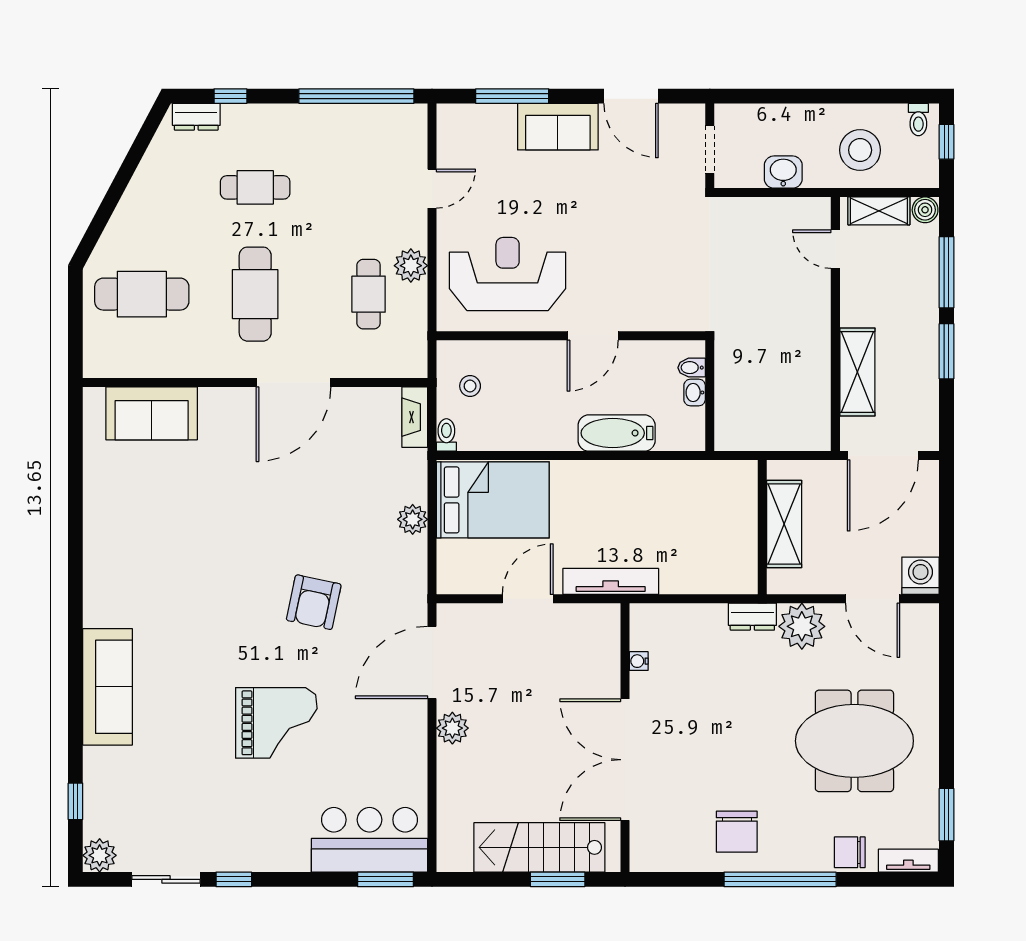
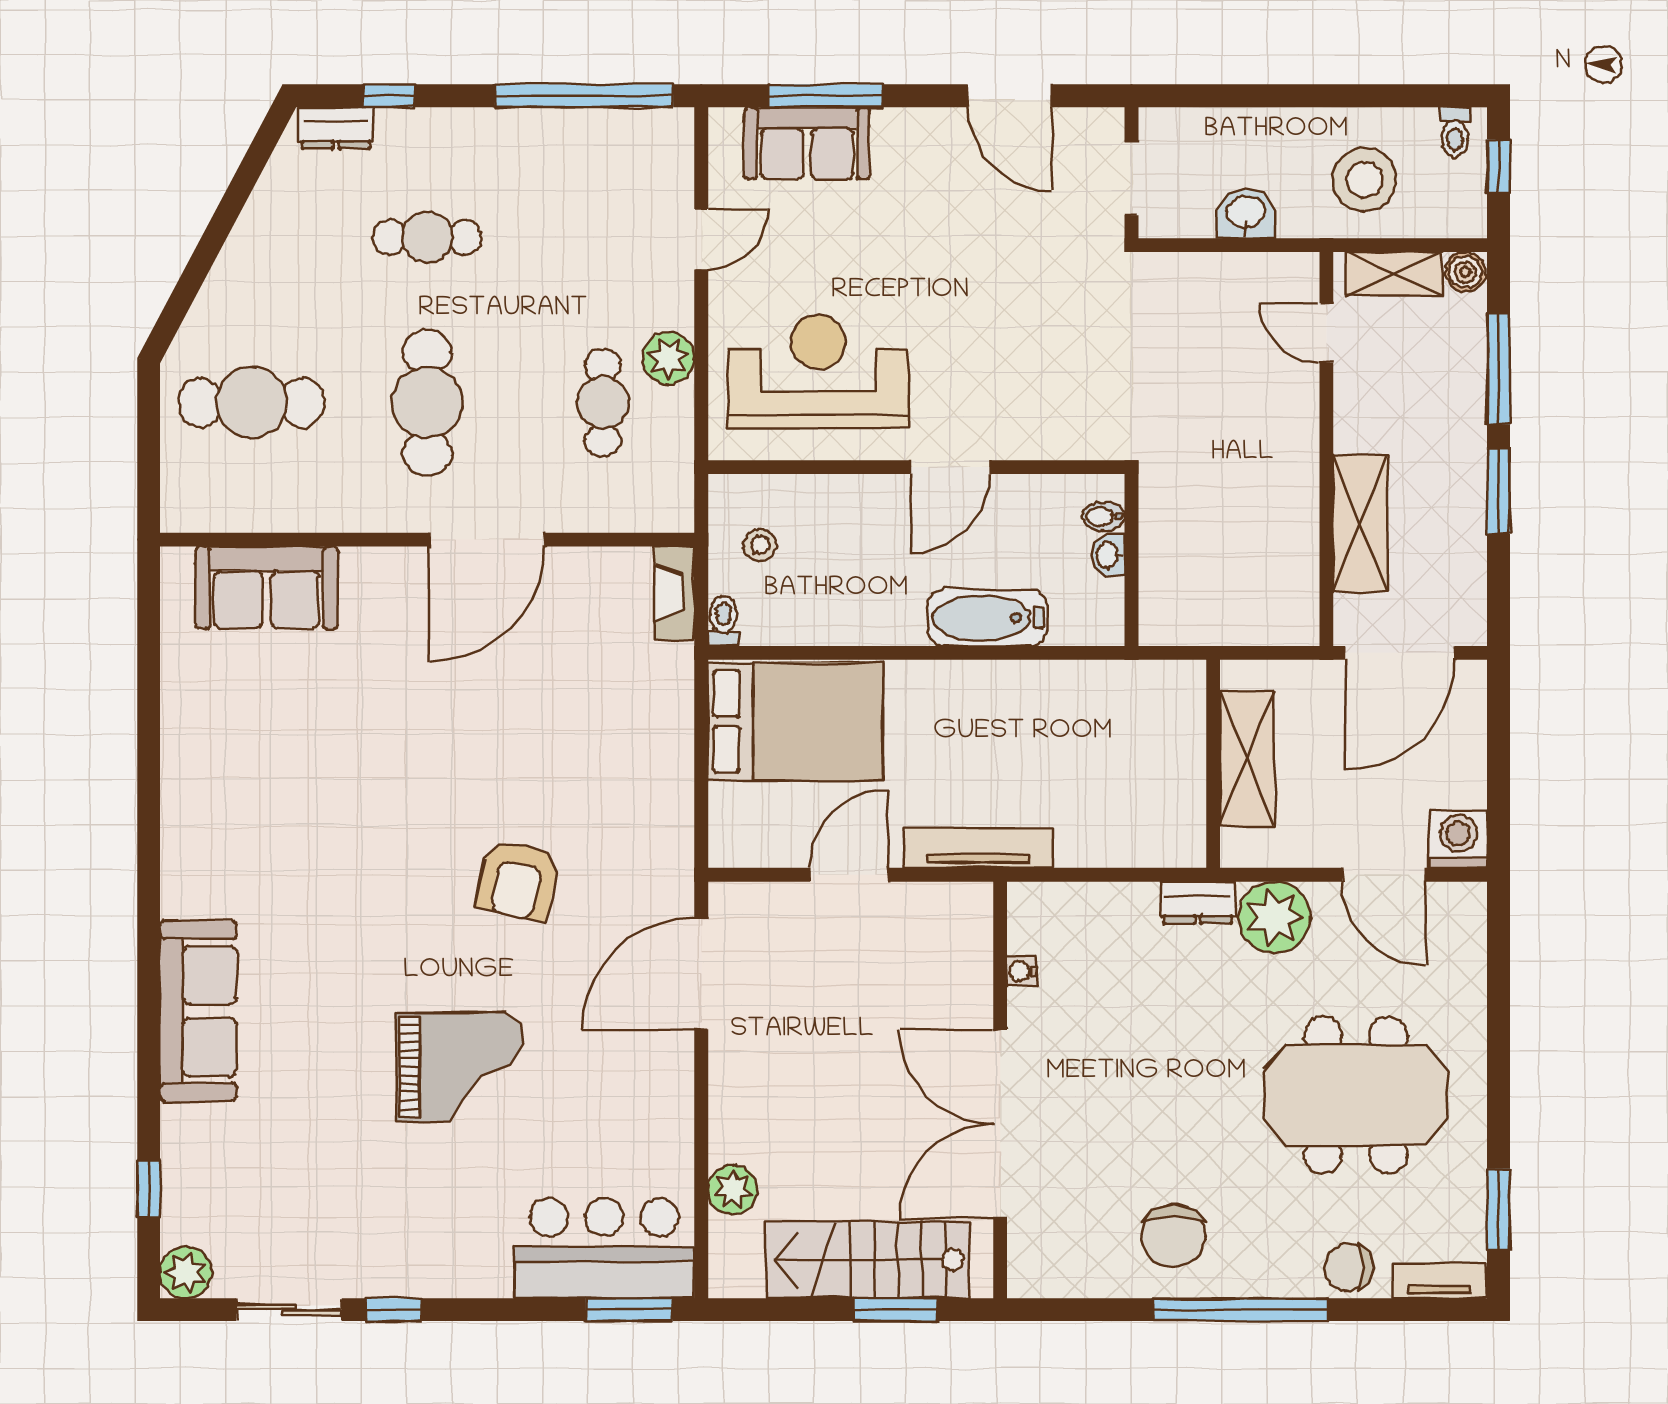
sofa: (558, 127) -> (807, 143), moved
plant: (413, 519) -> (671, 752), removed
plant: (452, 728) -> (733, 1190), moved

